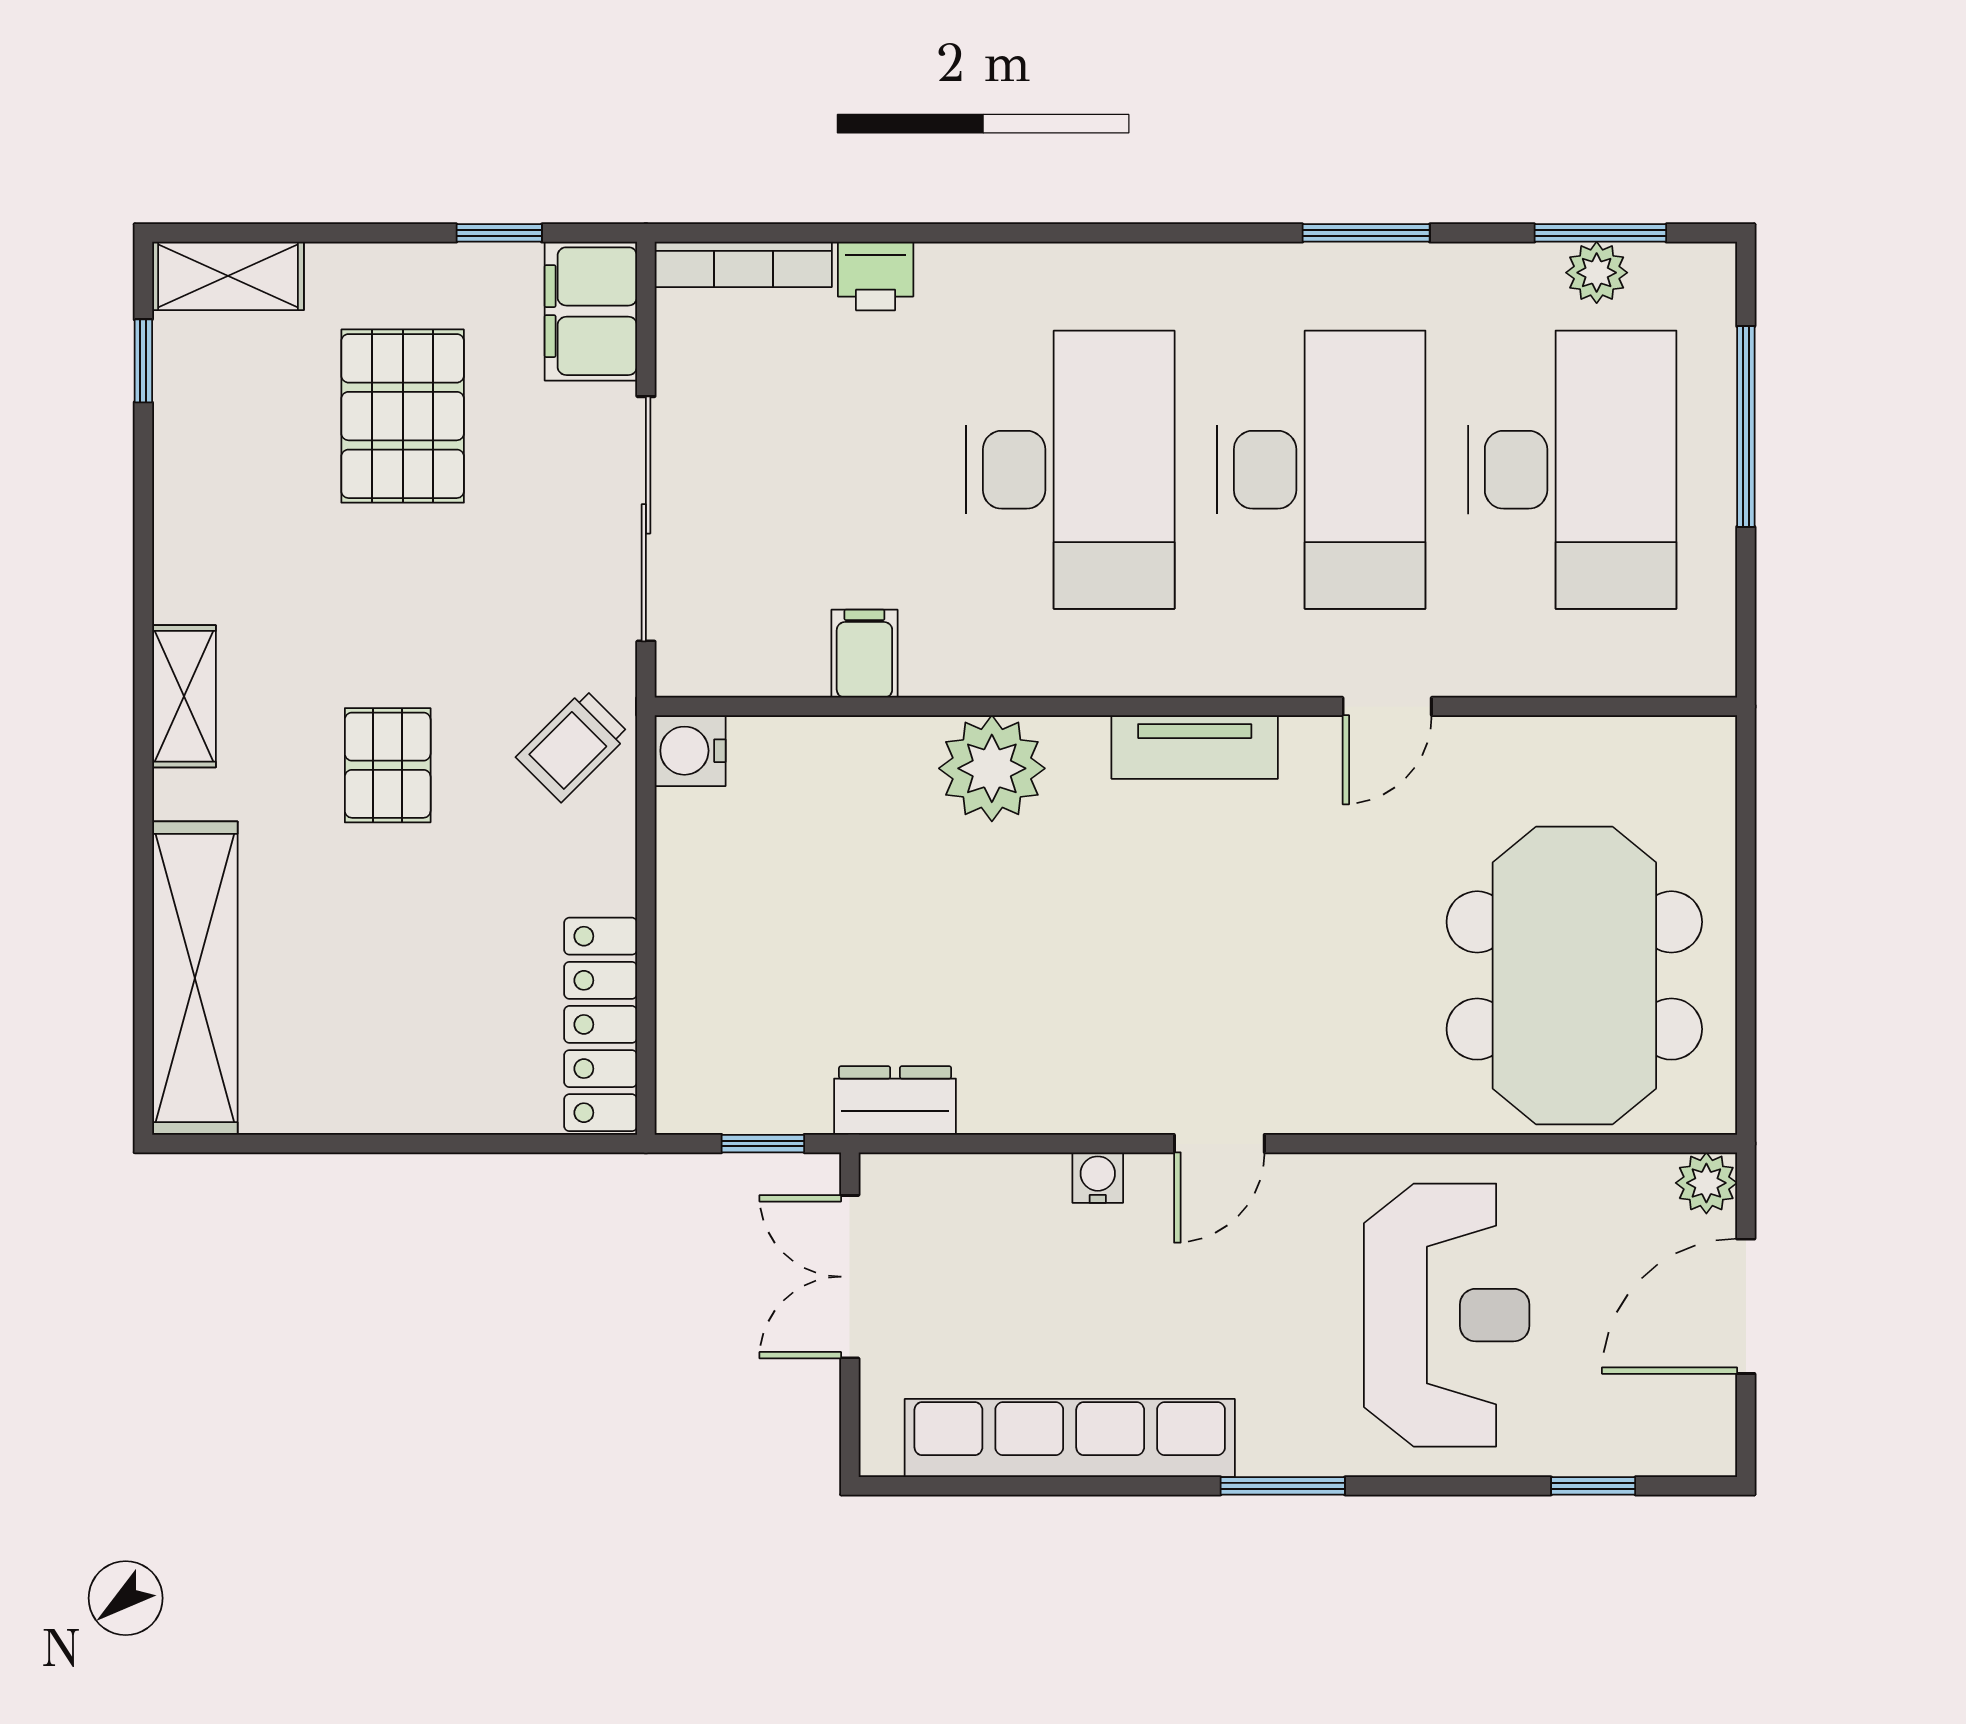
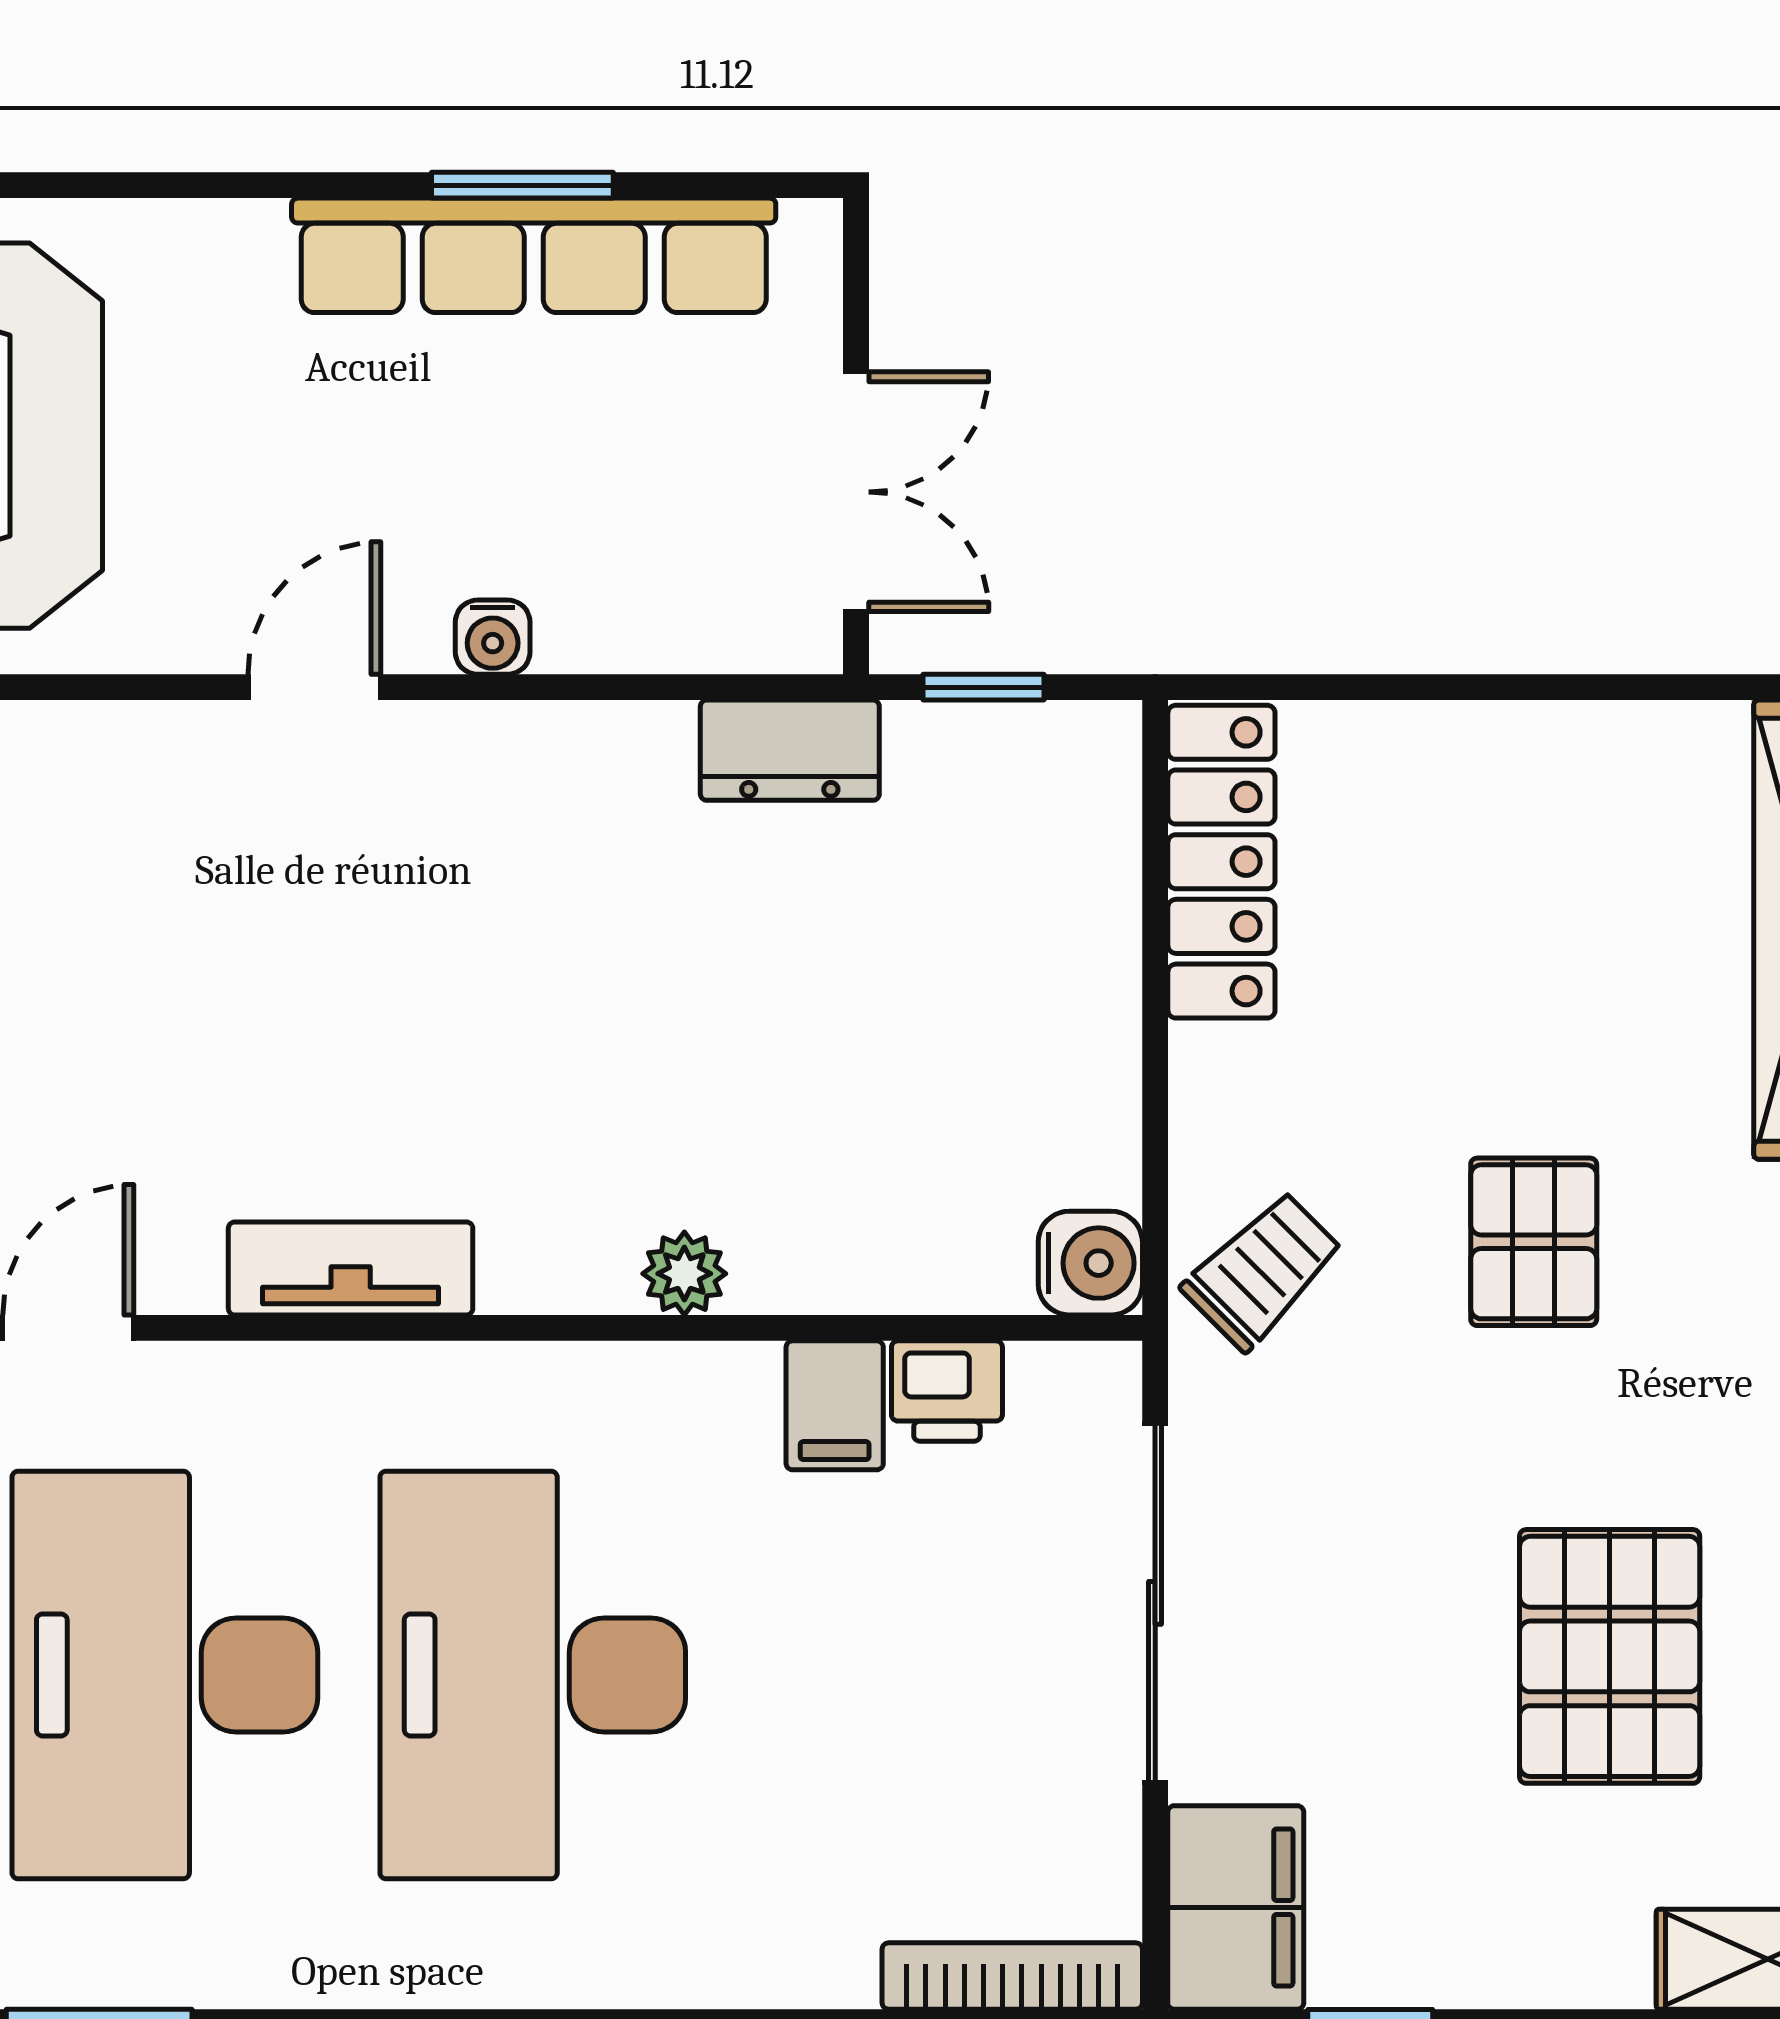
printer: (876, 276) -> (947, 1391), moved, turned 180
pallet: (403, 416) -> (1610, 1656), moved
plant: (992, 768) -> (684, 1274), width x0.53, depth x0.53
window: (1283, 1486) -> (522, 185), moved

